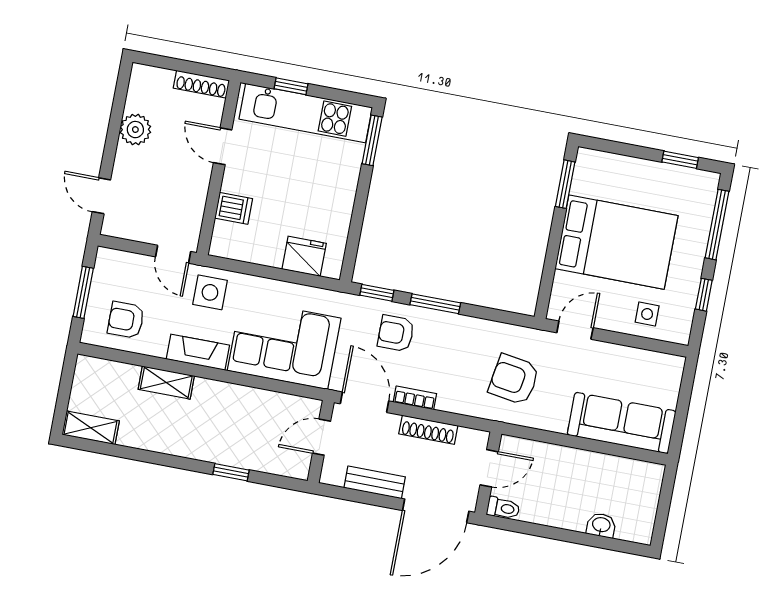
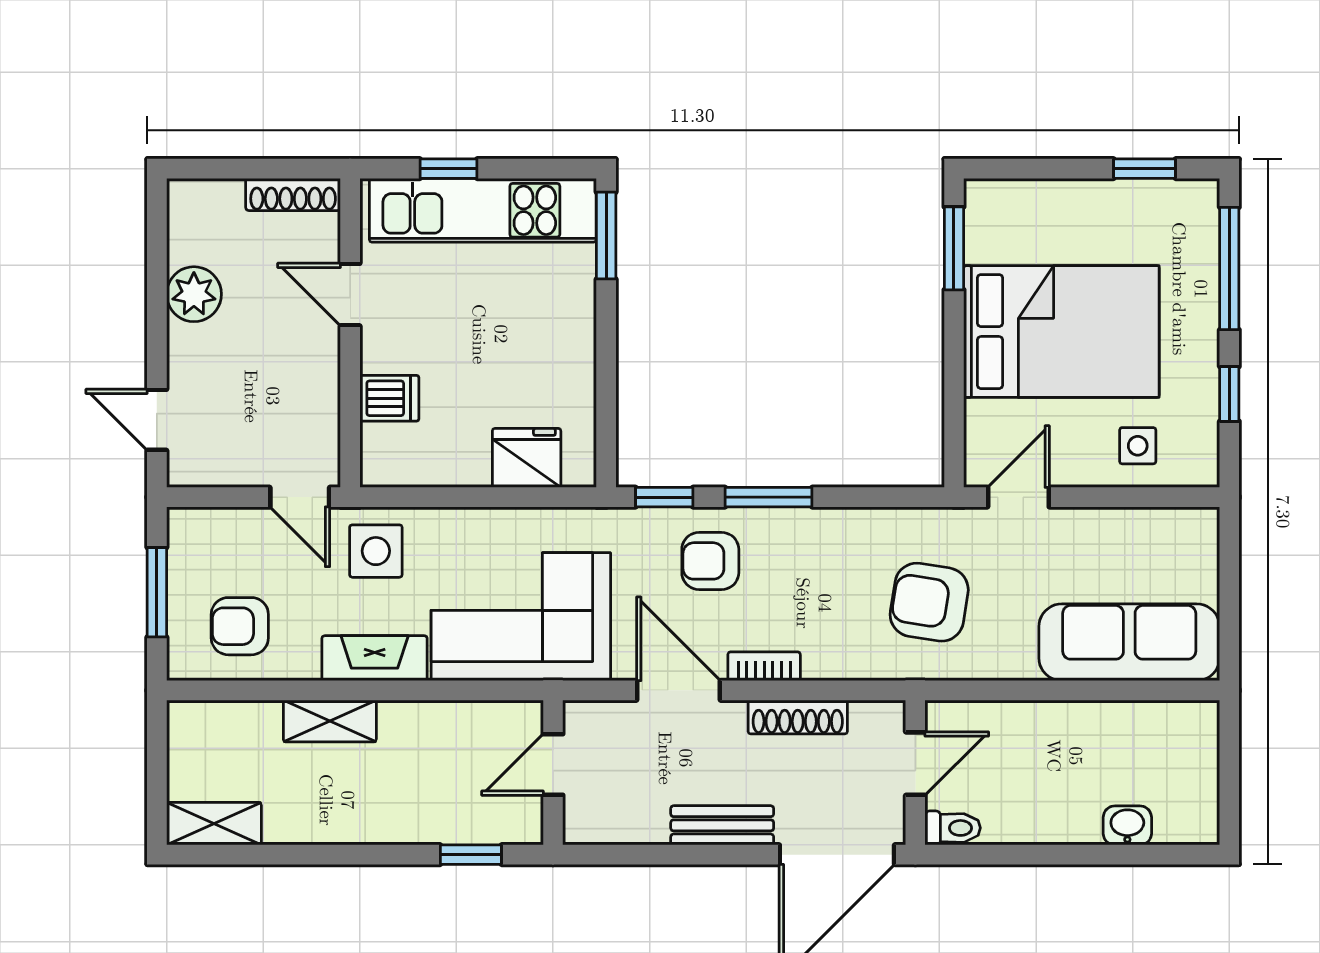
door: (322, 437) -> (553, 765), moved
wall: (321, 442) -> (553, 773), moved

